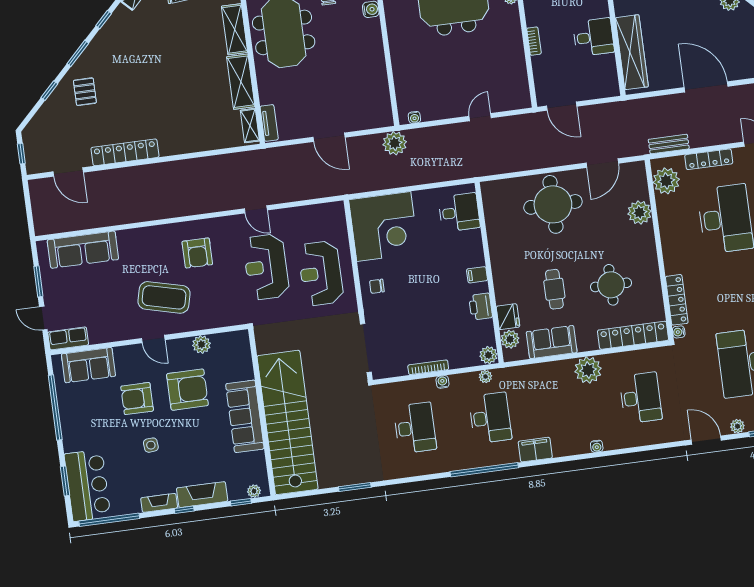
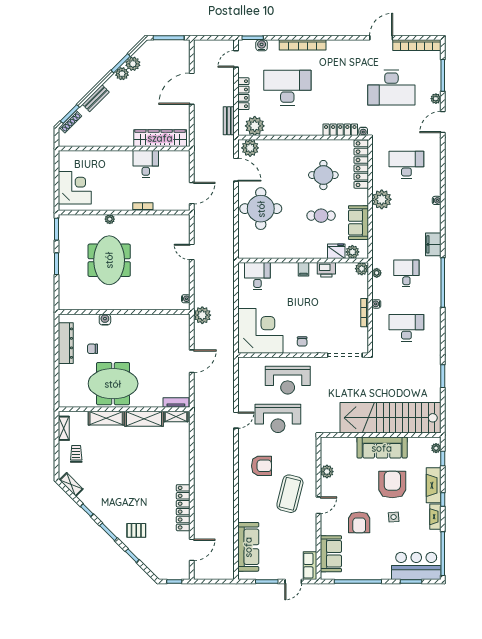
plant: (639, 212) -> (250, 148), moved
armchair: (187, 390) -> (392, 485), moved
desk: (490, 418) -> (406, 273), width x0.73

